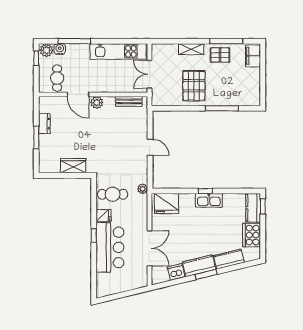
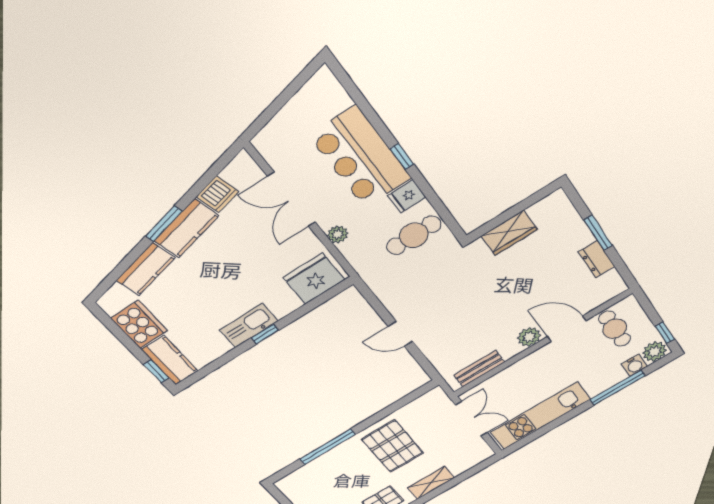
plant: (143, 189) -> (338, 234), moved

